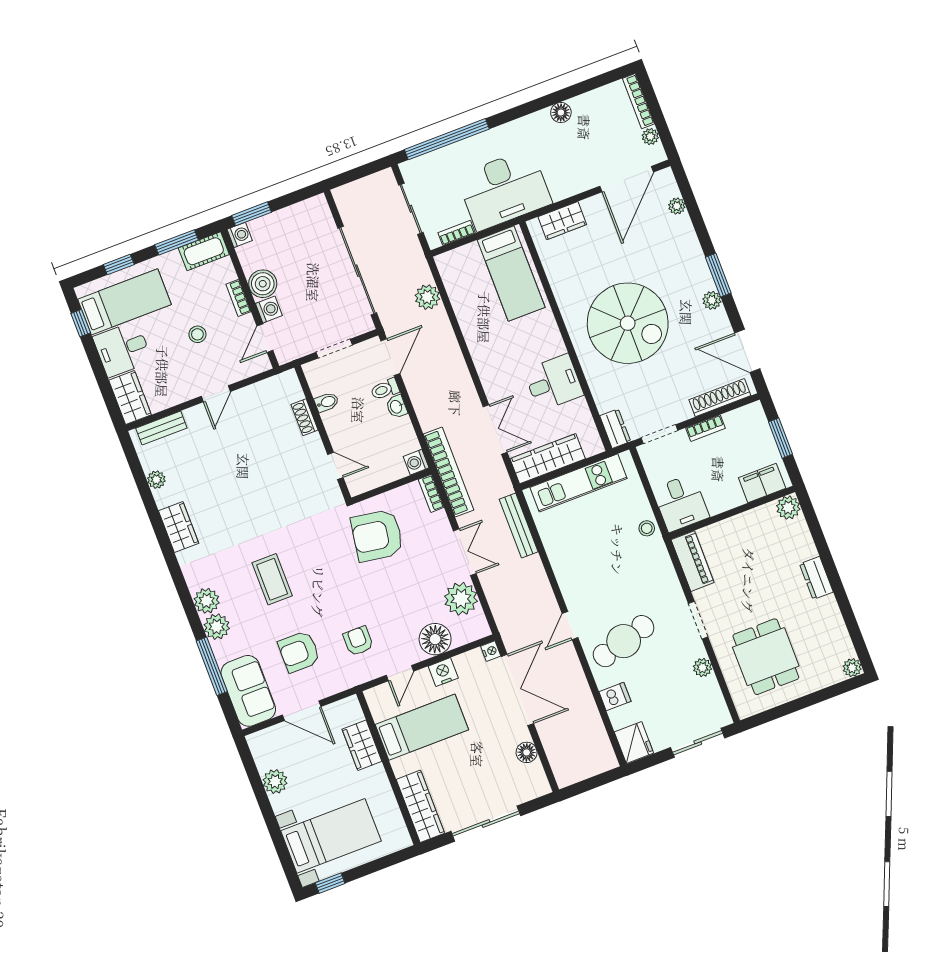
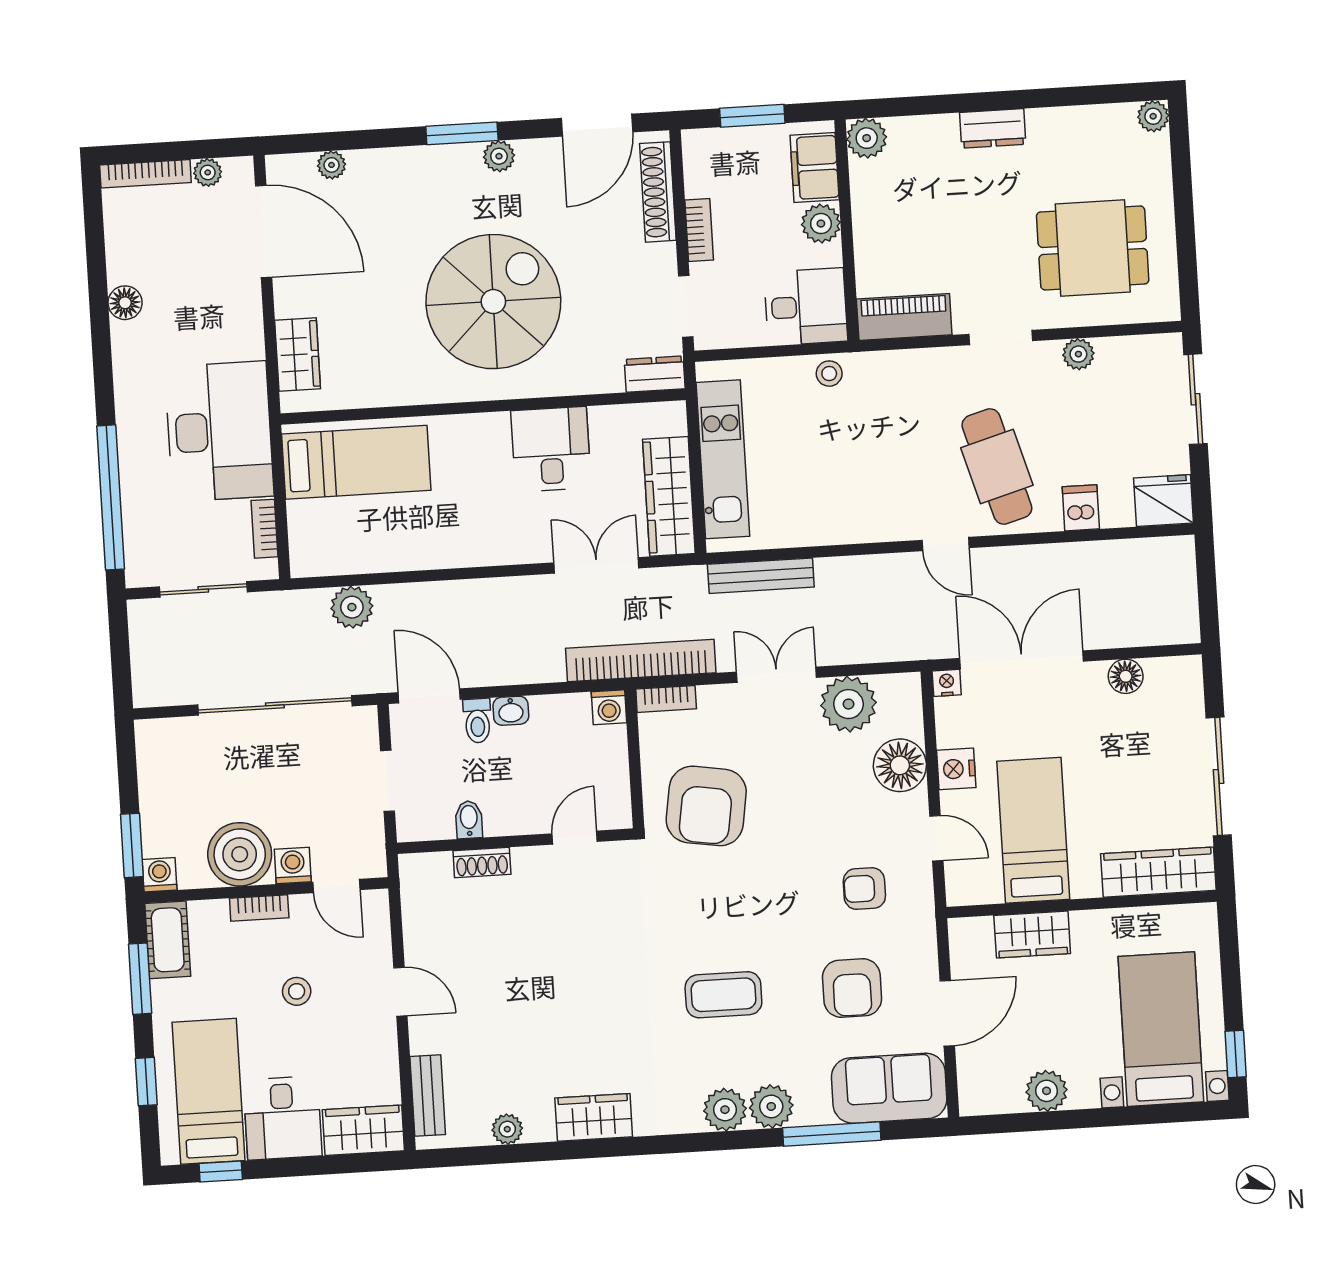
boiler: (263, 284) -> (240, 854), width x1.37, depth x1.37
plant: (731, 497) -> (821, 224), added

